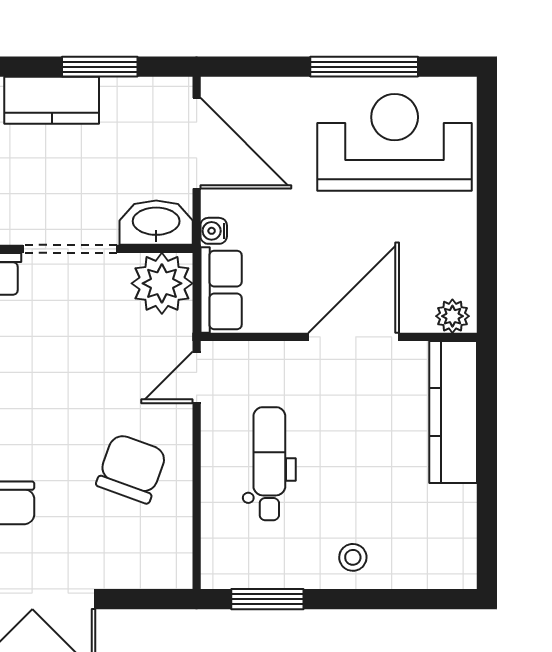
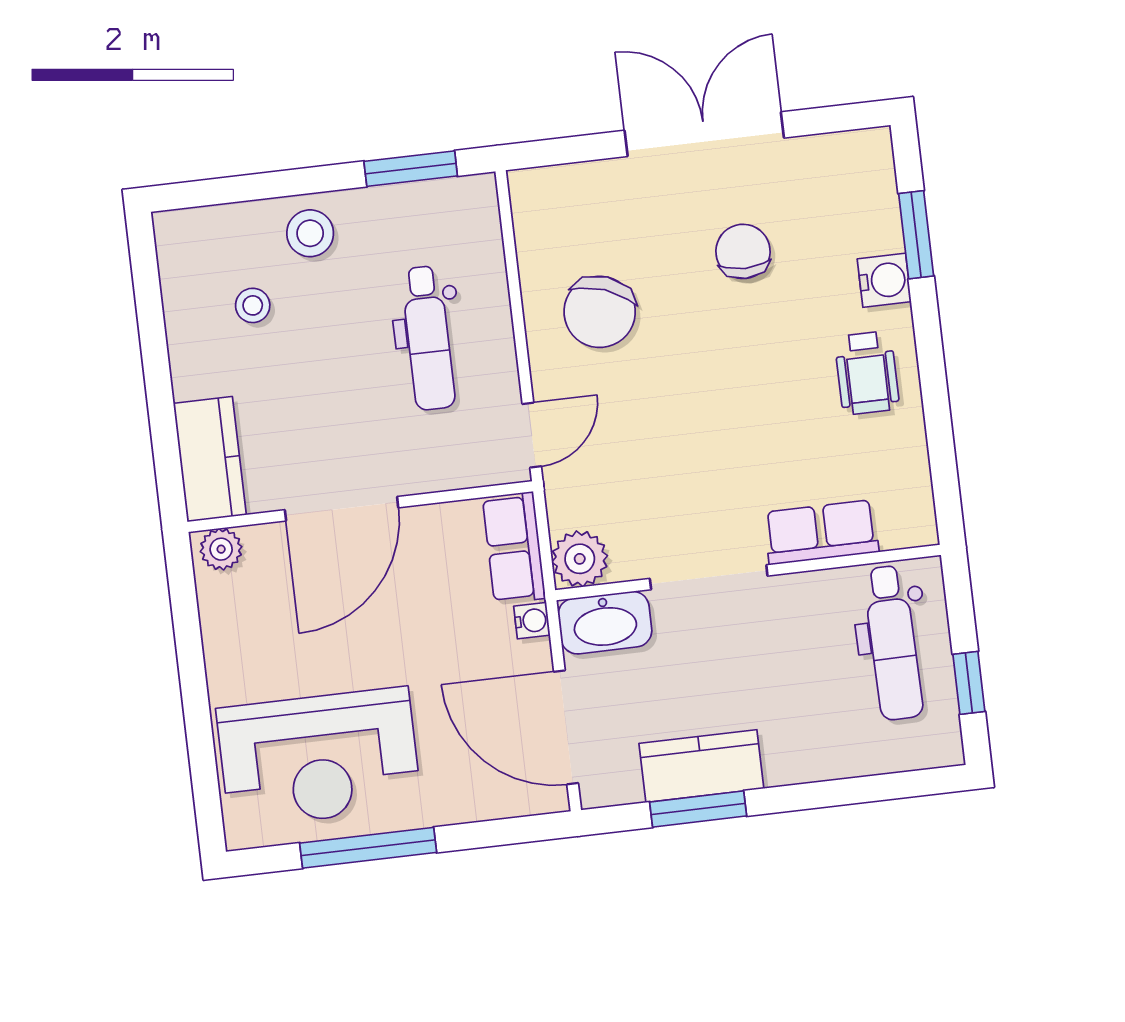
kitchen counter: (52, 100) -> (701, 766), moved
plant: (162, 283) -> (580, 559), width x0.73, depth x0.73
kitchen counter: (453, 412) -> (210, 459), width x0.67
stool: (405, 506) -> (253, 305), added
stool: (353, 557) -> (310, 233), width x1.37, depth x1.37

